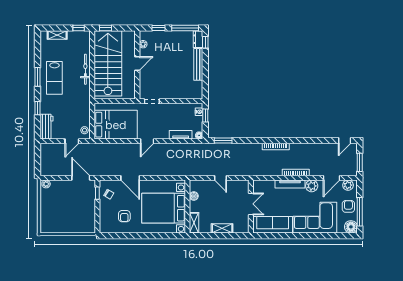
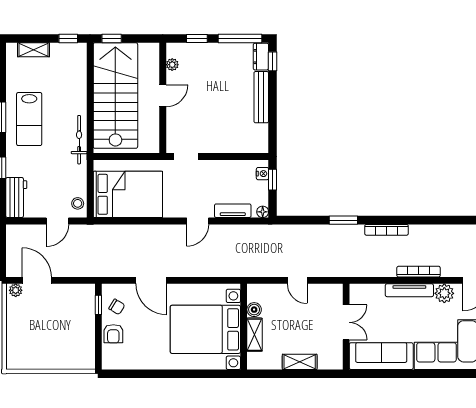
bicycle: (85, 69) -> (79, 140), moved
door: (147, 141) -> (198, 221), moved
window: (223, 141) -> (343, 220), moved
door: (81, 178) -> (37, 280), moved
armchair: (124, 216) -> (113, 334), moved
shelving: (194, 223) -> (255, 335), moved

